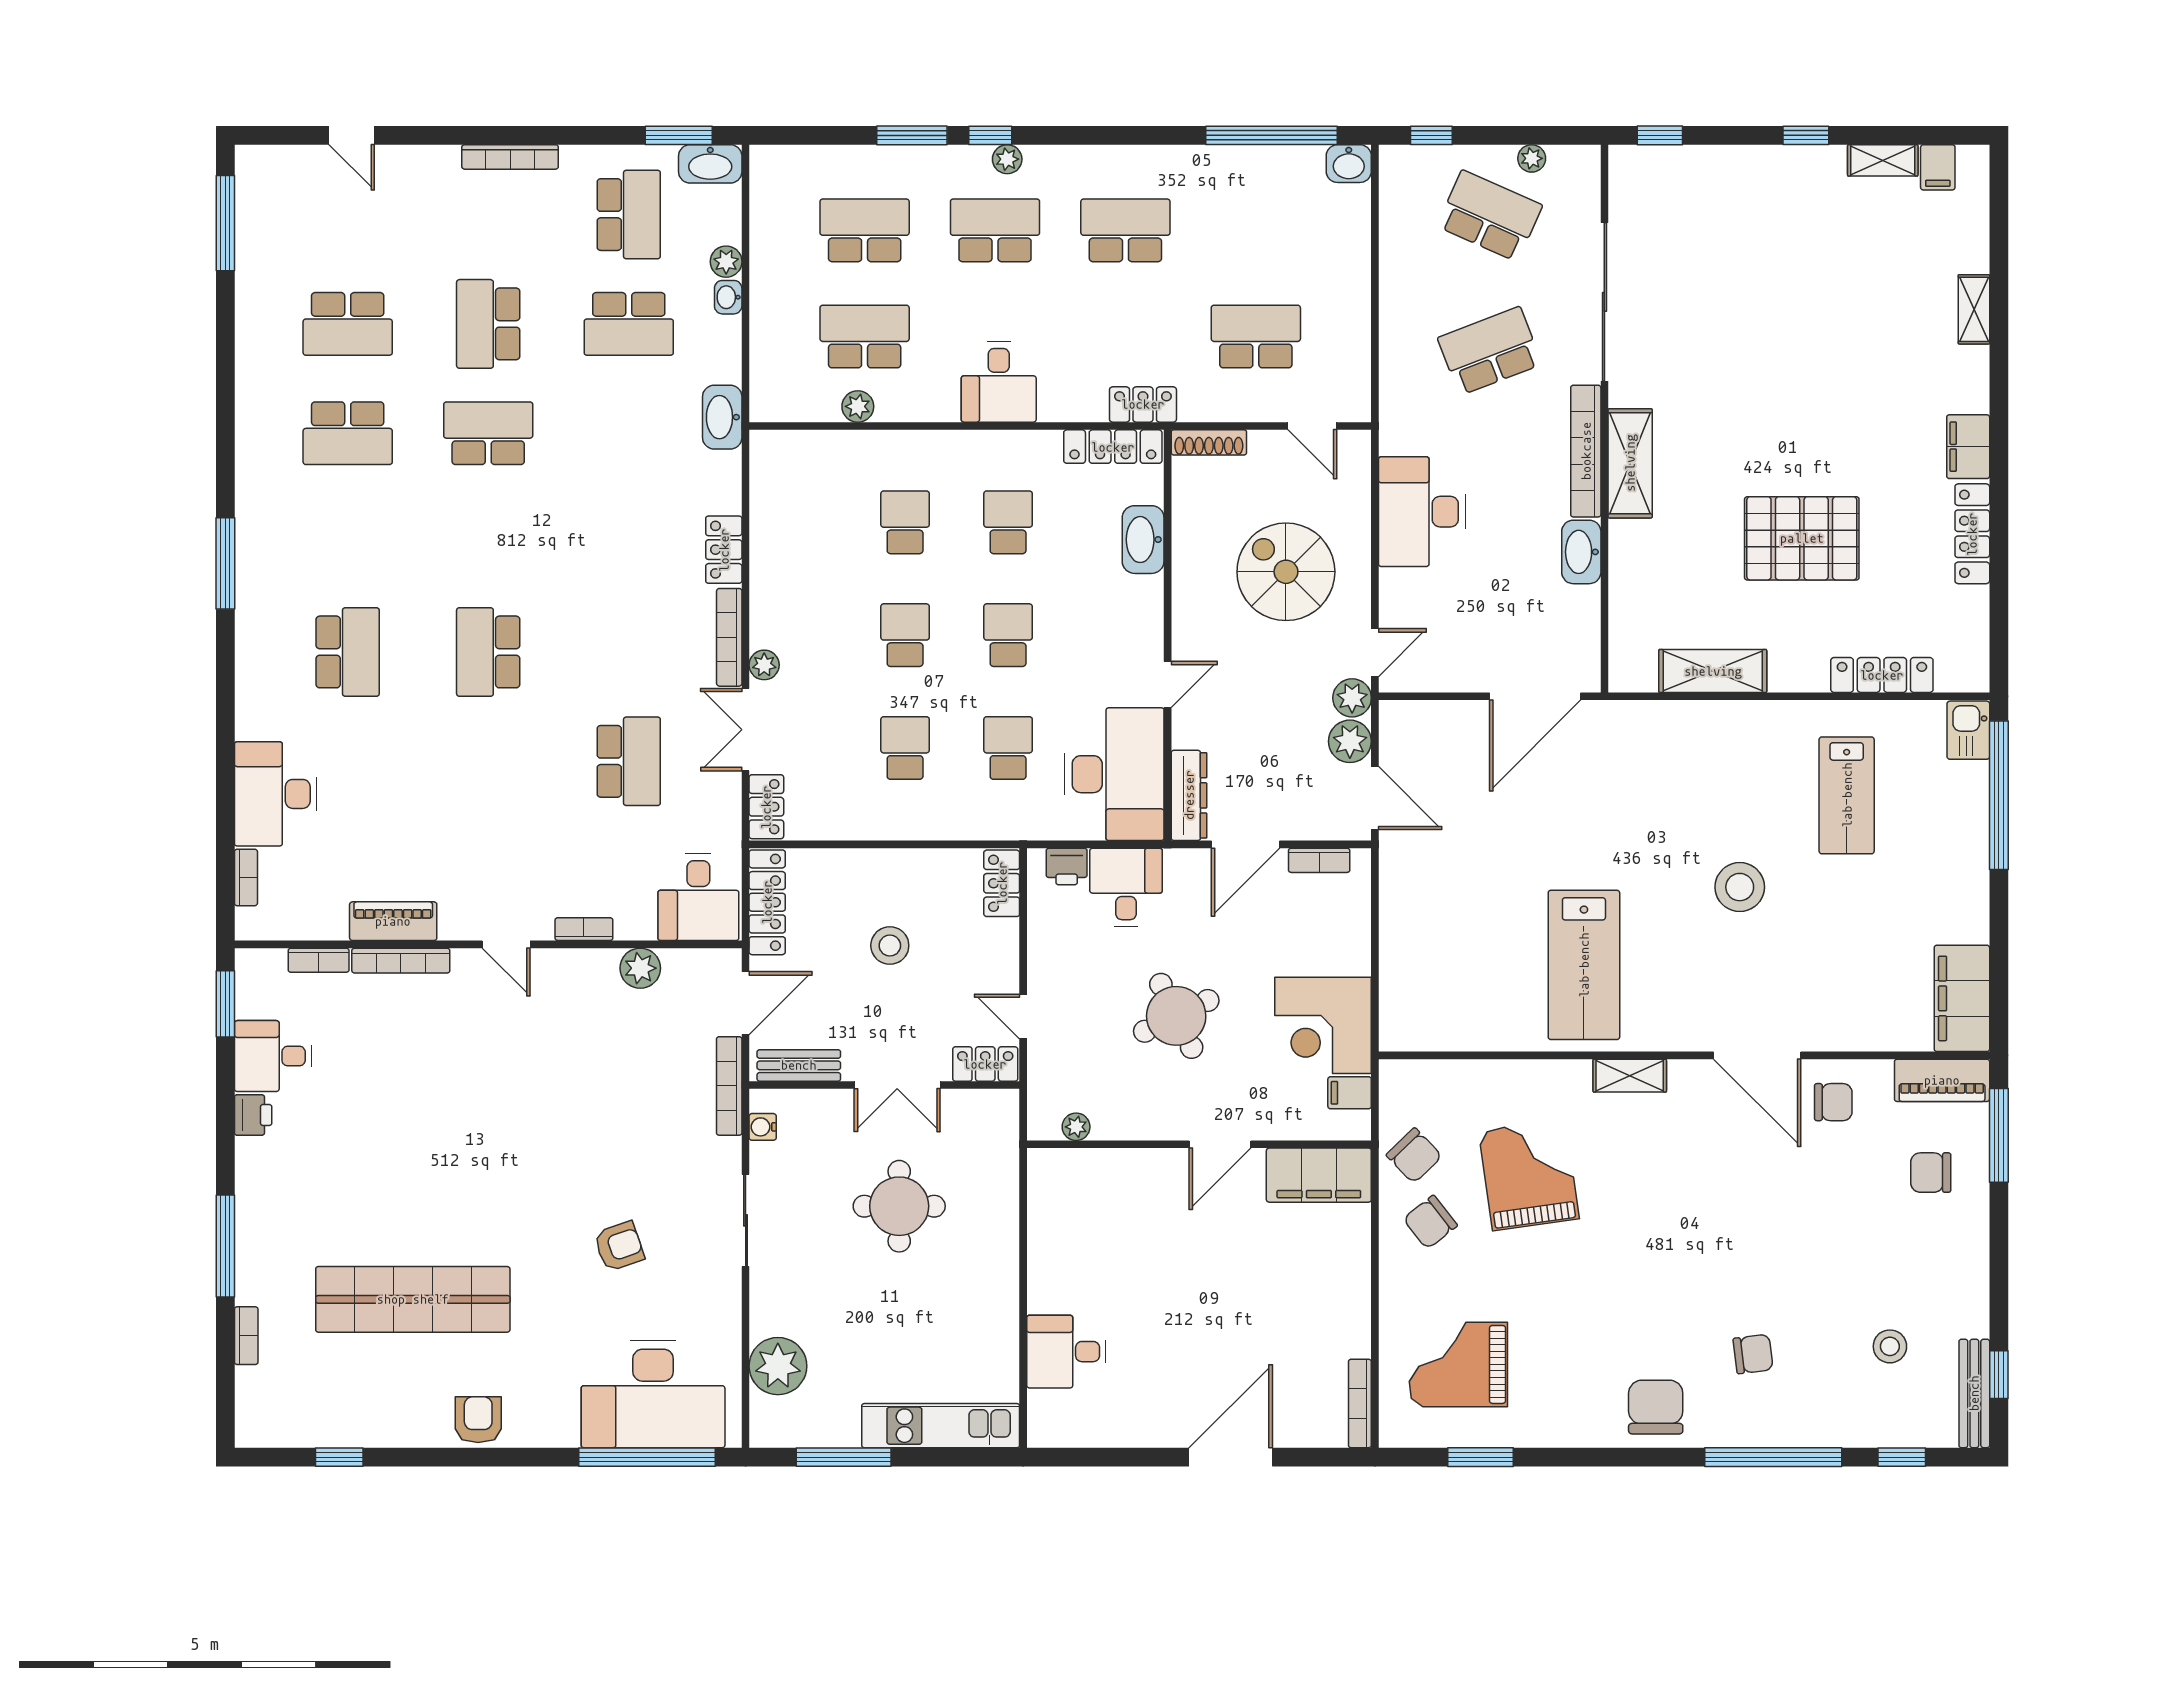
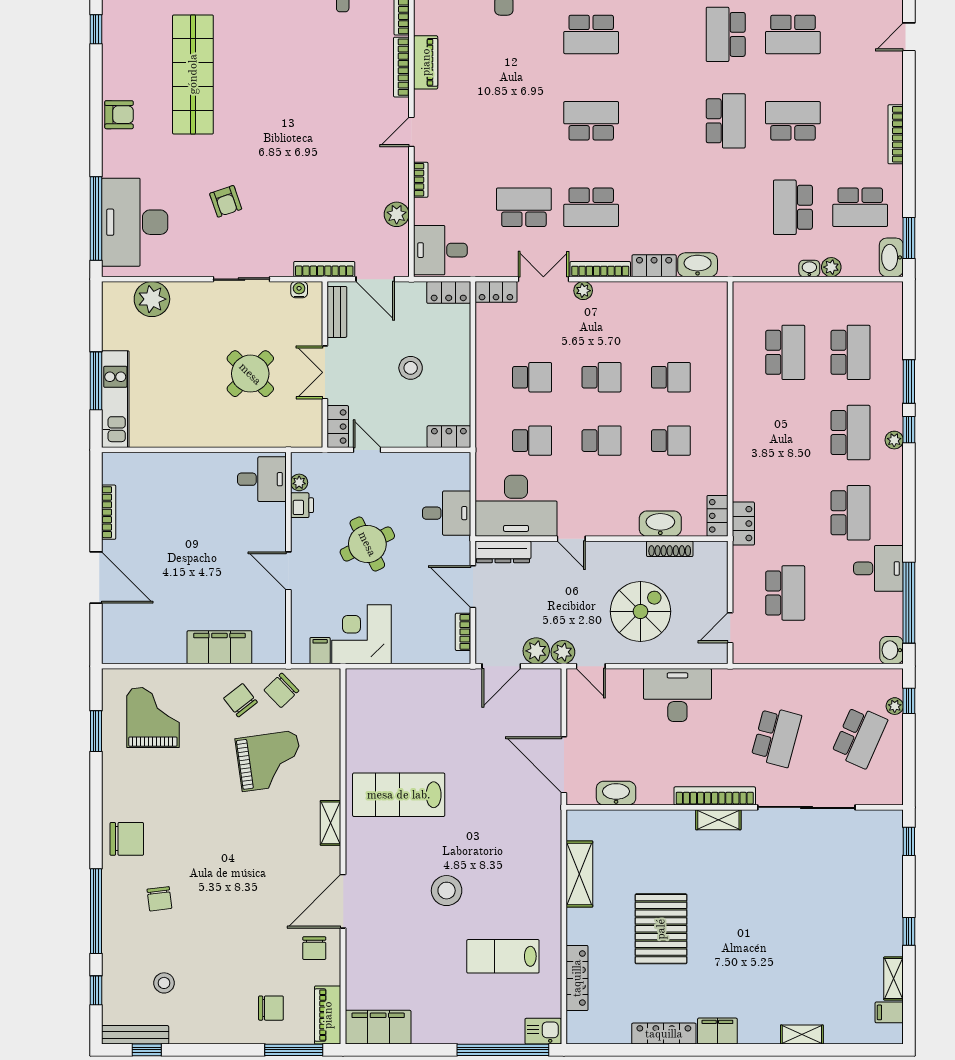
plant: (1532, 158) -> (895, 706), moved
school desk: (348, 324) -> (793, 34), turned -90
school desk: (1490, 351) -> (776, 737), turned 36
desk: (999, 382) -> (878, 568), moved, turned 180
plant: (858, 406) -> (742, 348), removed
washbasin: (722, 417) -> (698, 265), moved
shoe rack: (1209, 442) -> (670, 549), moved, turned -90
locker: (1113, 447) -> (717, 516), width x0.66
shelving: (1630, 463) -> (718, 820), width x0.67, depth x0.75
washbasin: (1581, 552) -> (616, 793), moved
school desk: (629, 652) -> (591, 207), added
school desk: (629, 761) -> (524, 207), turned 180
printer: (1067, 867) -> (302, 505), moved, turned 180
locker: (767, 902) -> (449, 292), width x0.66
door: (1023, 1017) -> (367, 450), hinge flipped
chair: (1931, 1173) -> (271, 1008), turned 90
filing cabinet: (1319, 1175) -> (219, 647), moved, turned 90
round table: (899, 1206) -> (250, 374), turned 45
desk: (1066, 1352) -> (262, 479), moved, turned 90
bookcase: (1360, 1403) -> (109, 512), moved, turned 90
window: (844, 1457) -> (96, 381), moved

